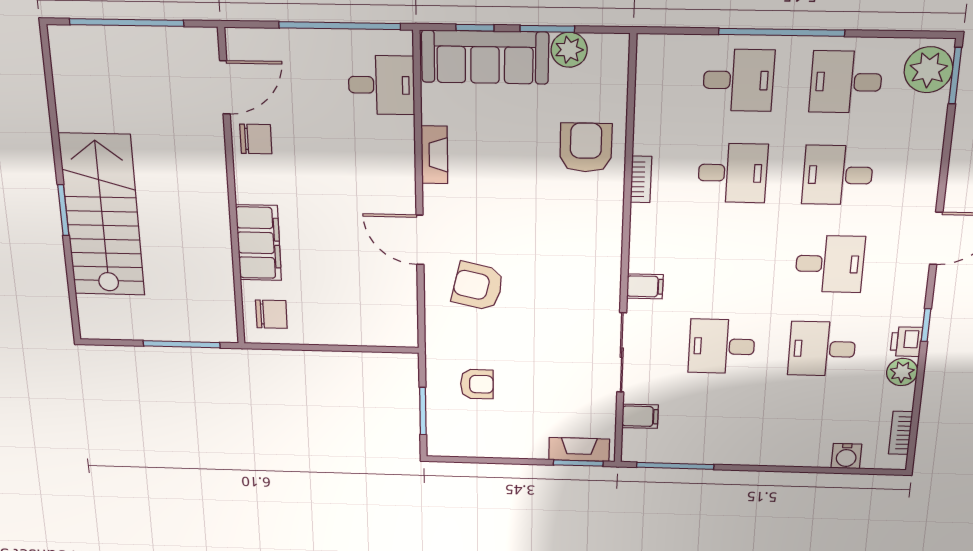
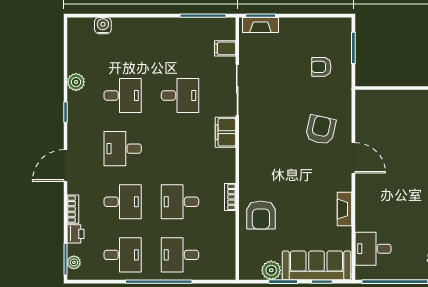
plant: (928, 70) -> (74, 262), width x0.53, depth x0.53
armchair: (478, 286) -> (321, 130), turned -90
filing cabinet: (645, 286) -> (225, 132), width x2.00
printer: (906, 342) -> (76, 234), moved
bookcase: (901, 433) -> (73, 209), moved

